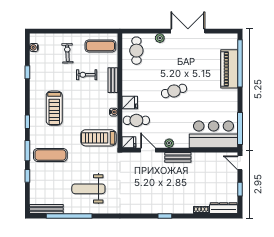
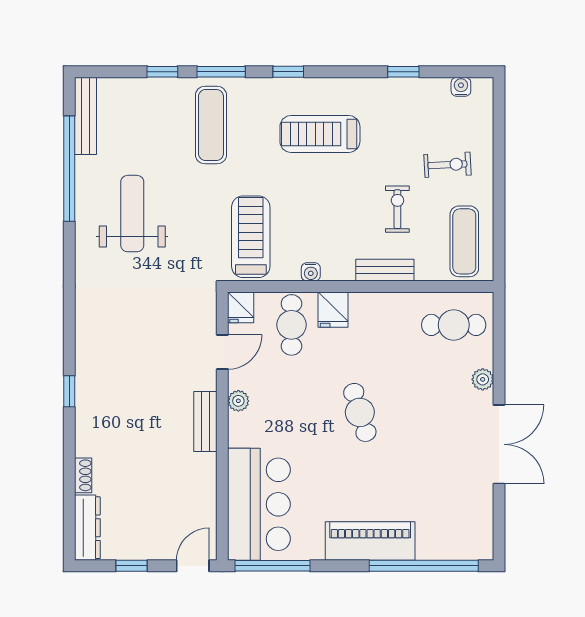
piano: (229, 69) -> (370, 541), moved

